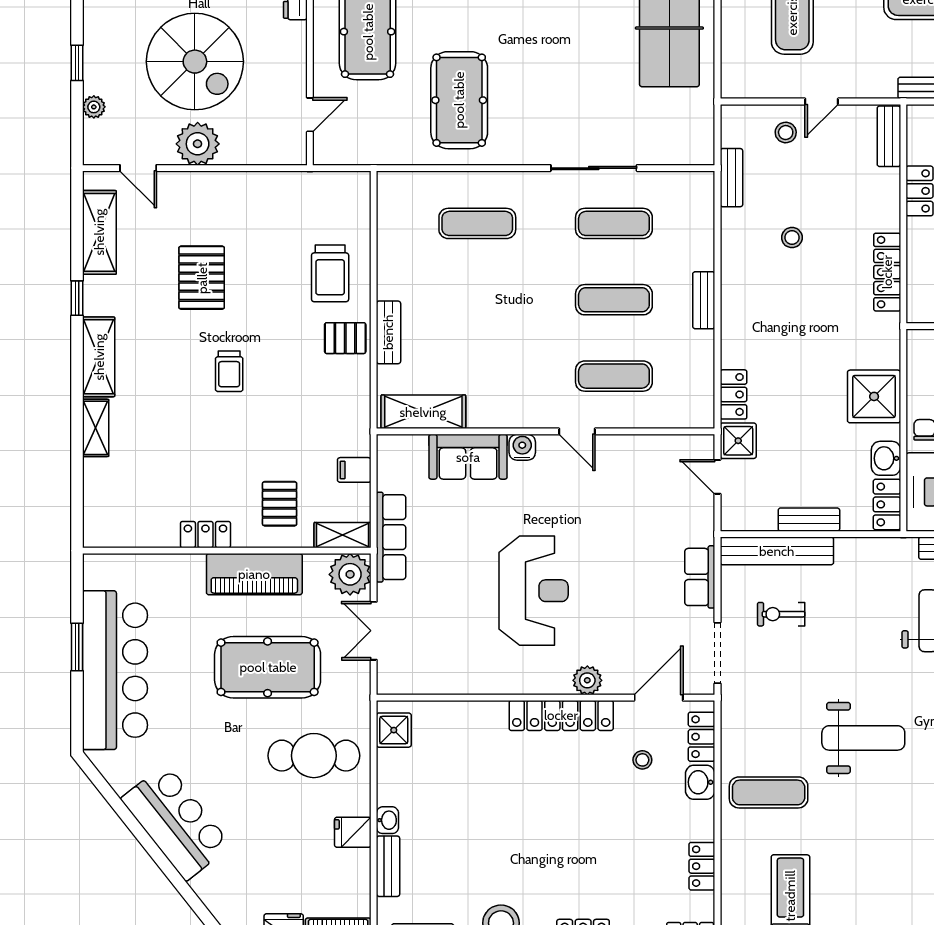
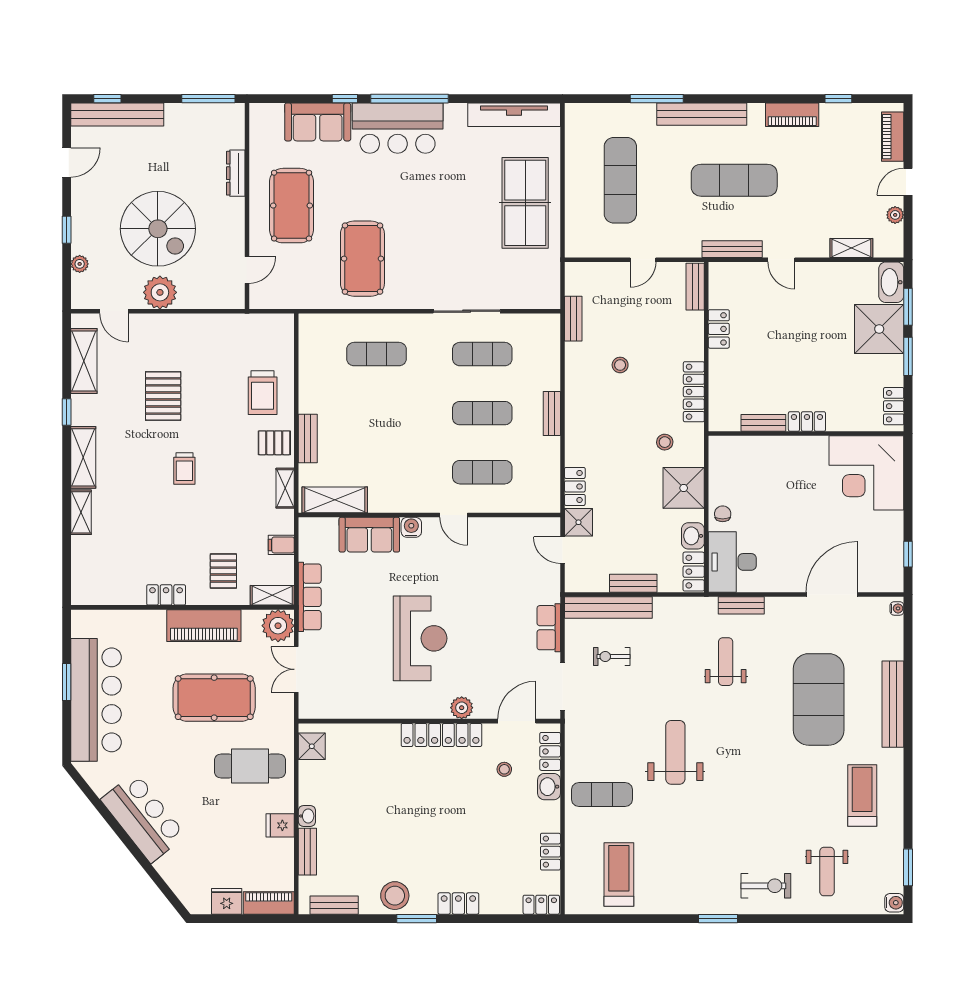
stool: (786, 133) -> (665, 442), moved
shelving: (359, 397) -> (285, 488), added
weight bench: (863, 738) -> (675, 752), turned -90

